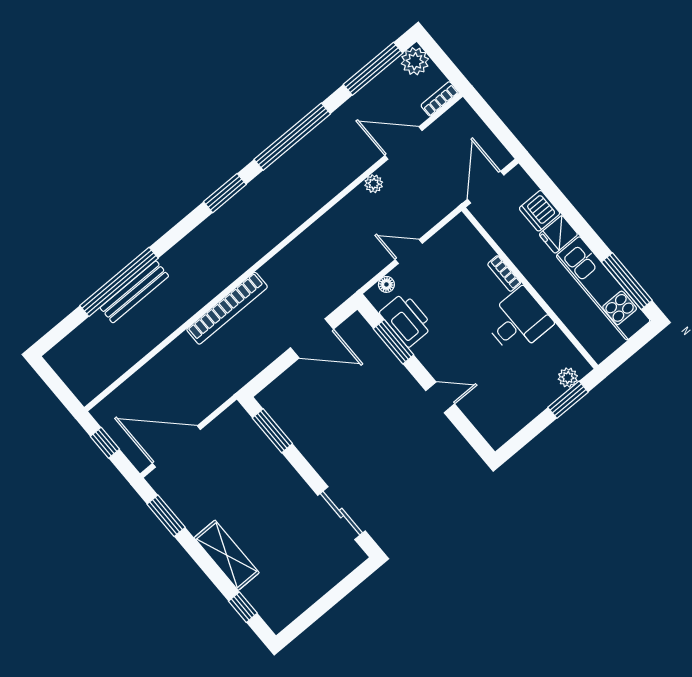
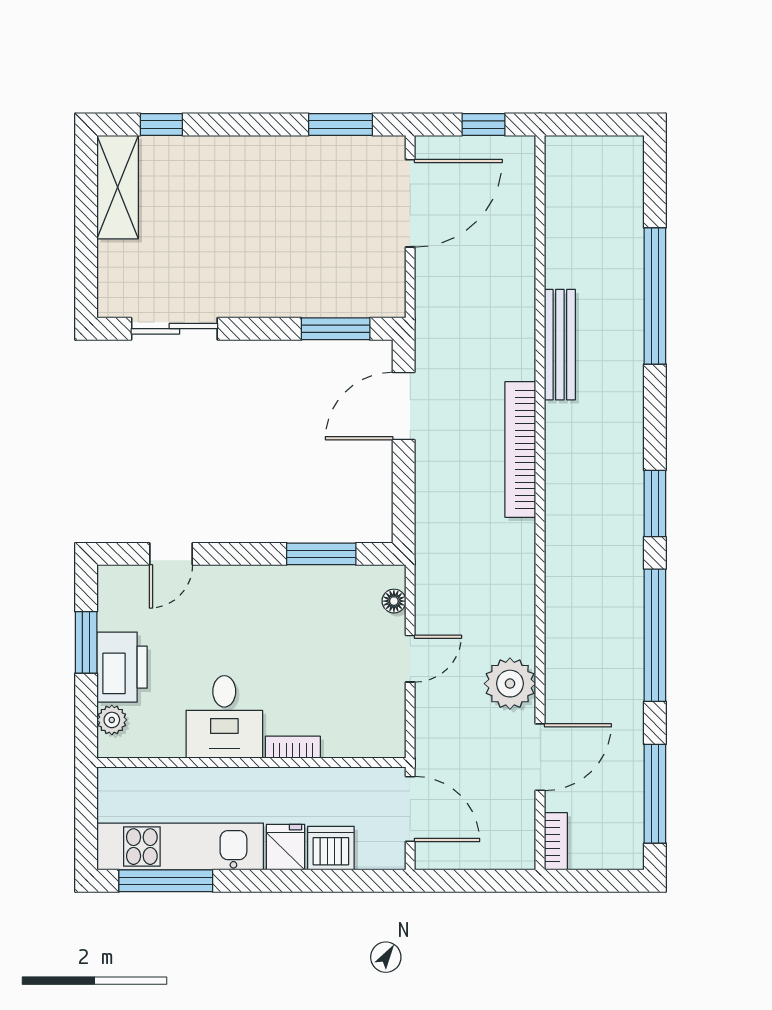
plant: (415, 61) -> (623, 849), removed
plant: (374, 184) -> (510, 684), width x1.88, depth x1.88
bench: (134, 292) -> (560, 345), moved
bookcase: (227, 308) -> (520, 450), moved
printer: (406, 320) -> (122, 667), moved, turned -90
door: (312, 338) -> (404, 406), moved
door: (440, 397) -> (171, 554), moved
window: (568, 400) -> (86, 642), moved
shelving: (227, 555) -> (118, 187), moved, turned 90

